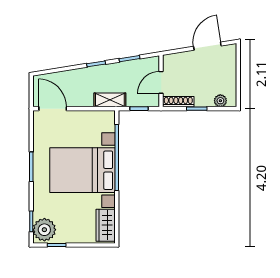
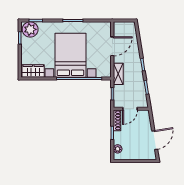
door: (207, 46) -> (155, 140), hinge flipped
door: (161, 82) -> (130, 109), swing flipped
door: (53, 109) -> (112, 46), moved

